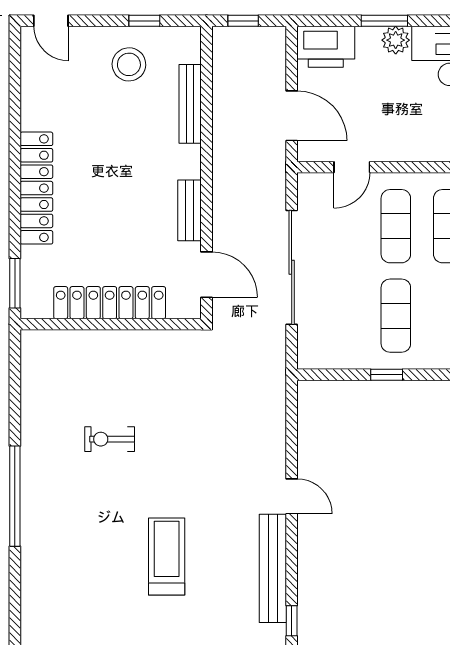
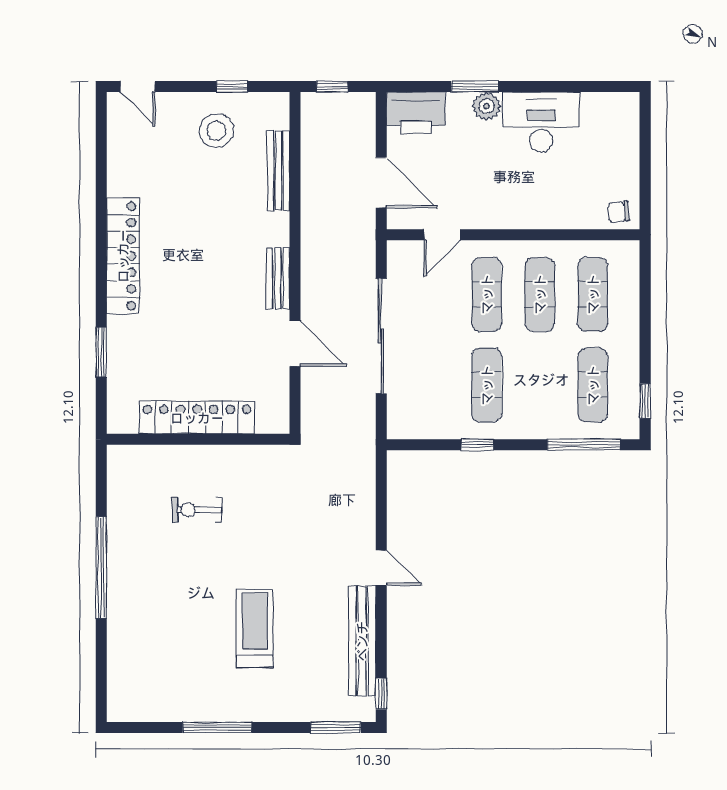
locker: (110, 303) -> (197, 418), moved
wall: (111, 324) -> (198, 439), moved

